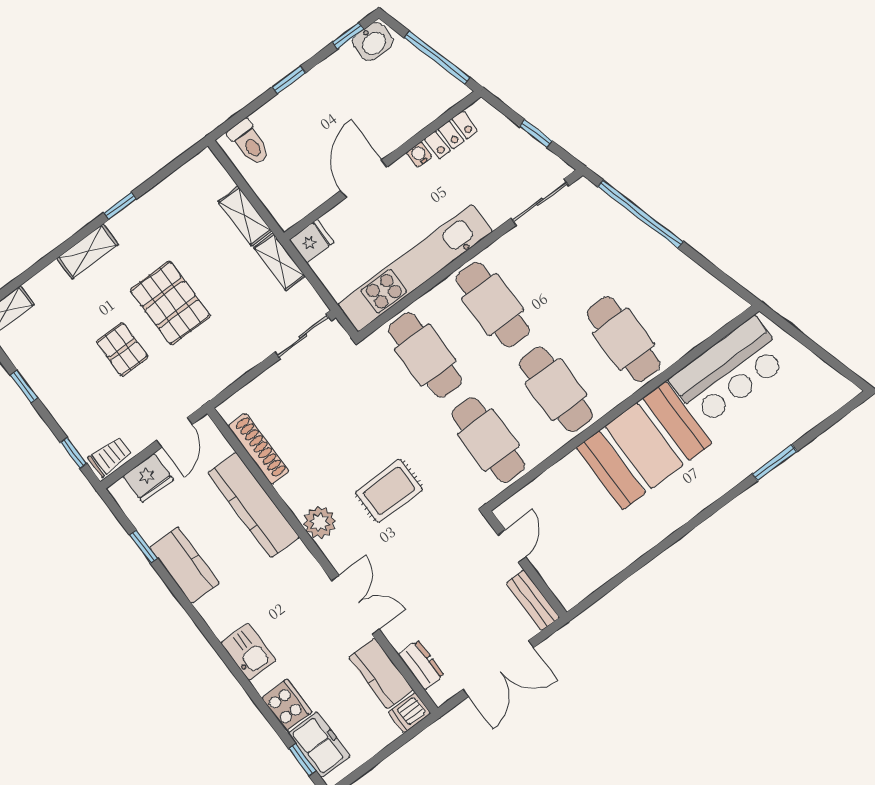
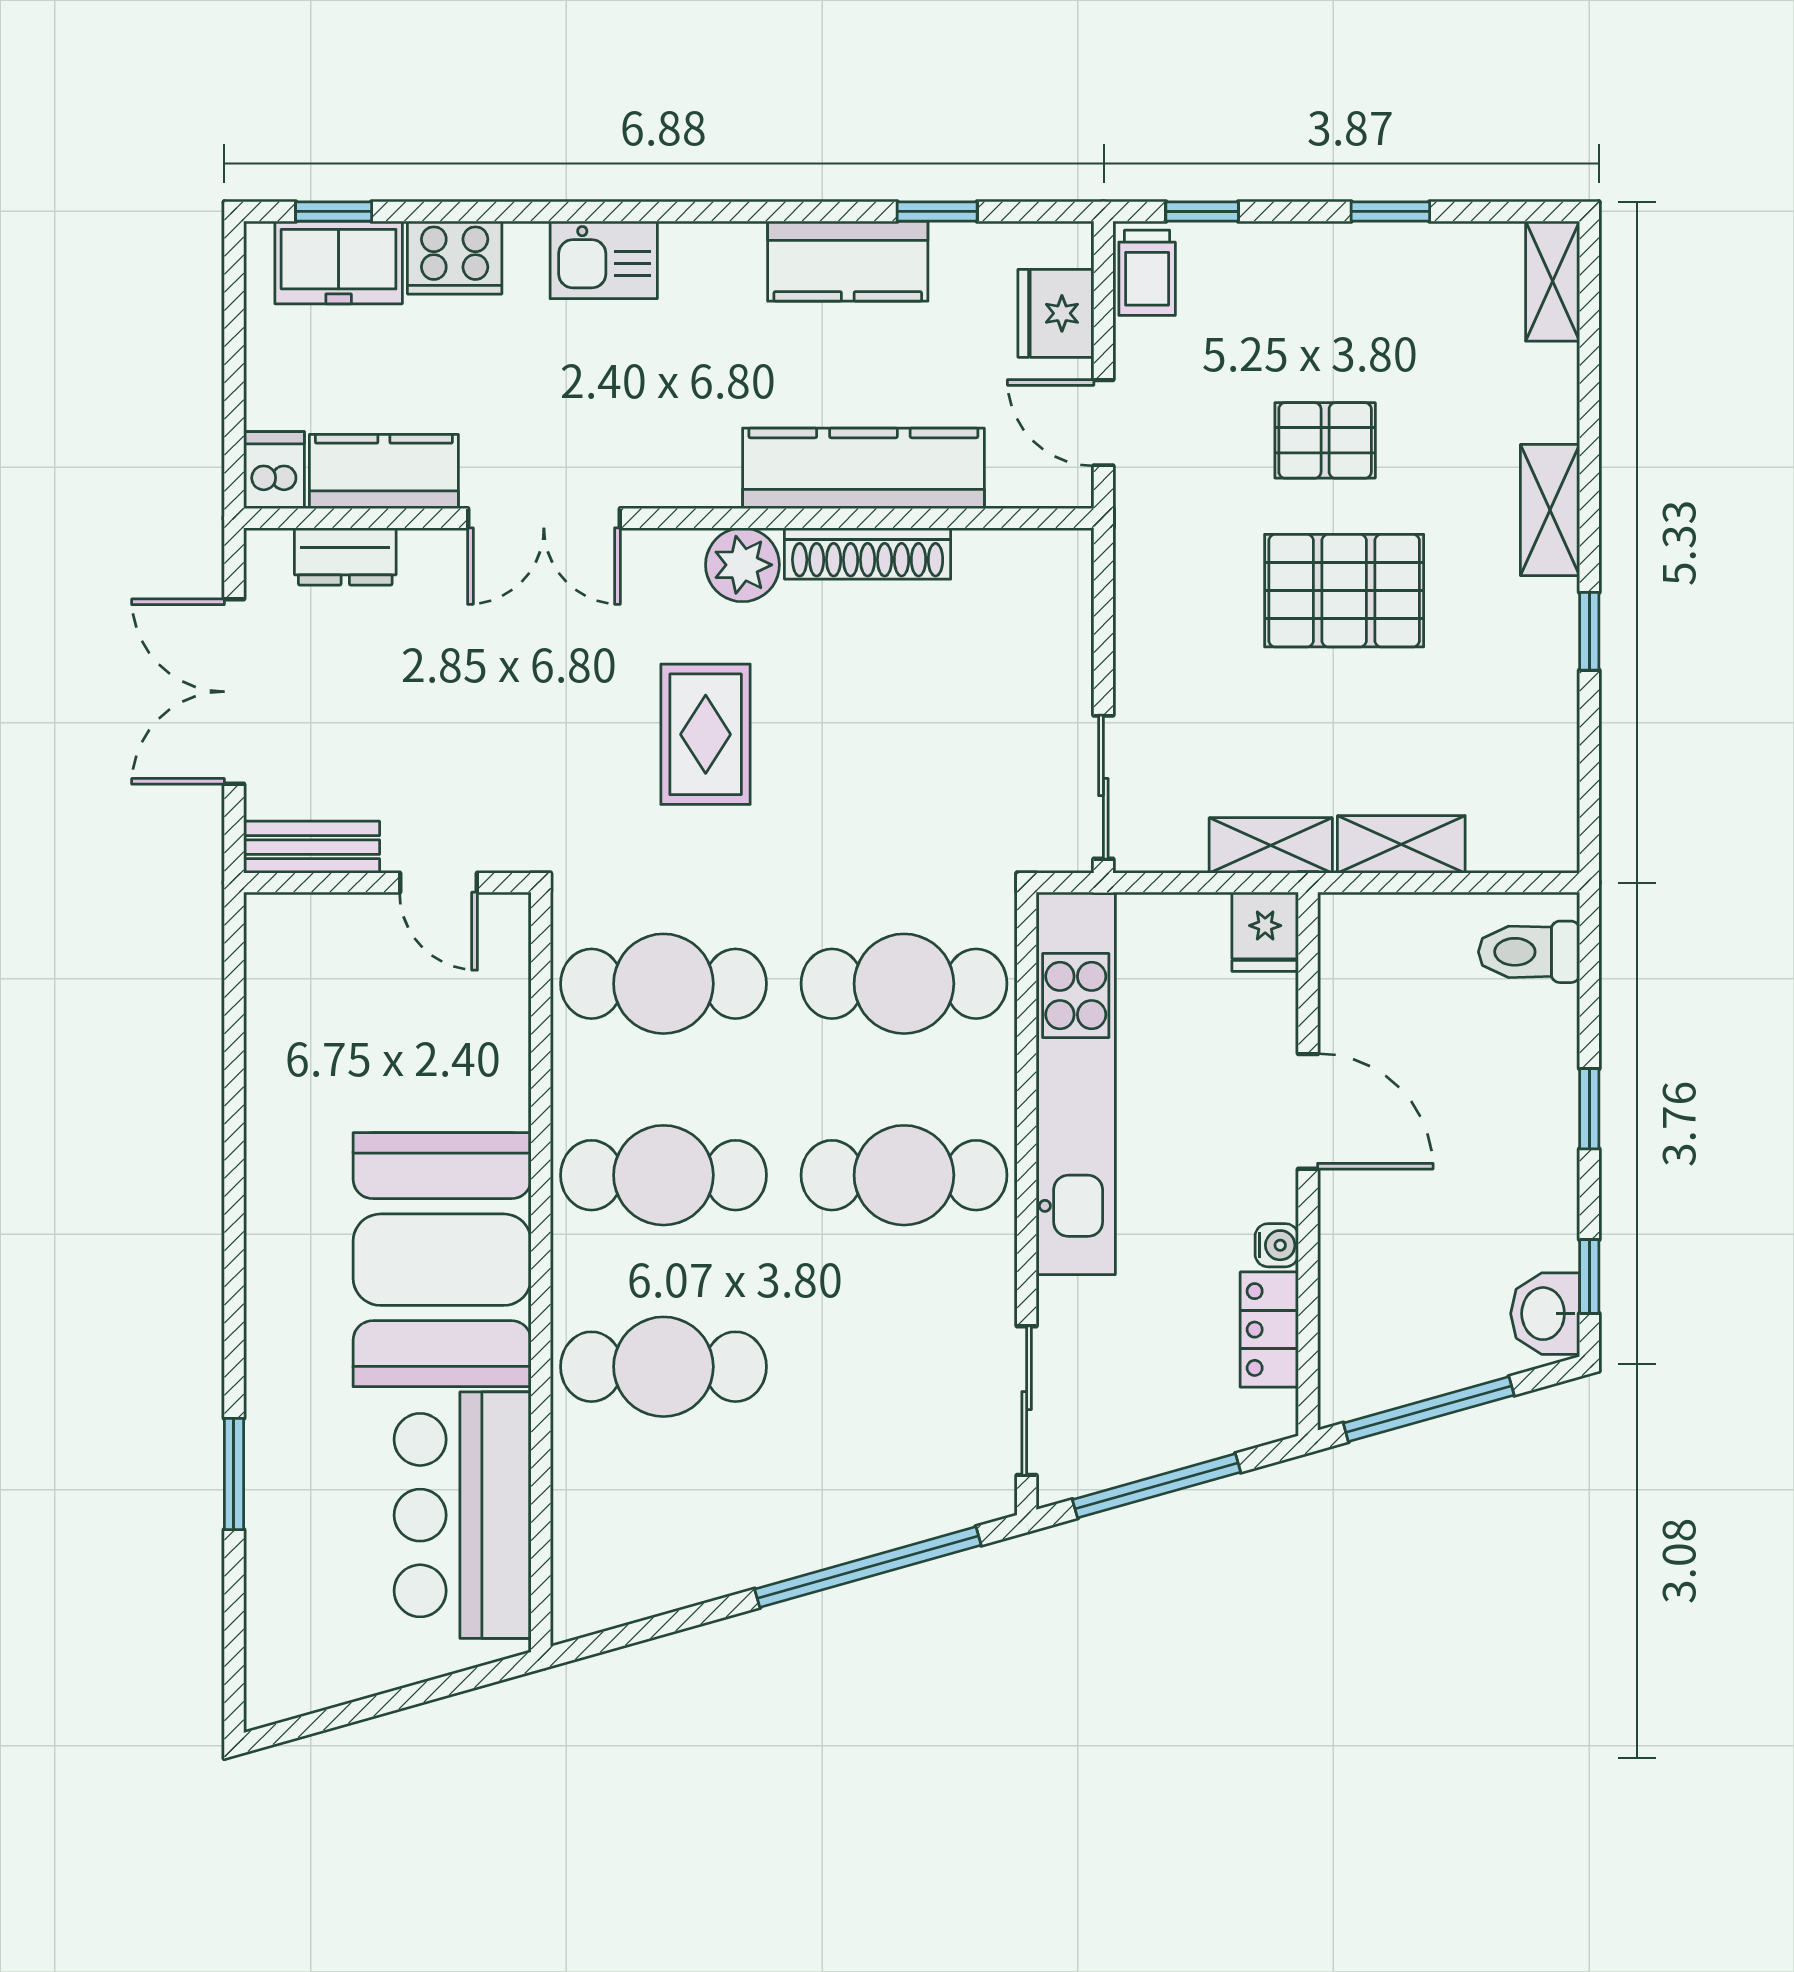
window: (536, 134) -> (1156, 1486), width x2.17
shoe rack: (258, 449) -> (868, 554), moved

